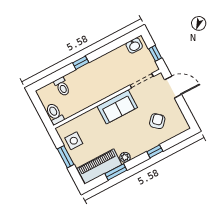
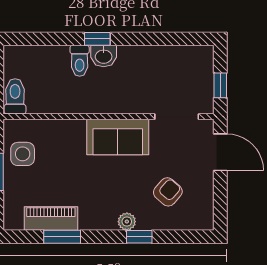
washbasin: (134, 45) -> (104, 56), moved
toilet: (62, 87) -> (80, 61), moved
plant: (125, 157) -> (127, 222), moved
piano: (99, 166) -> (51, 219), width x0.73, depth x0.75

